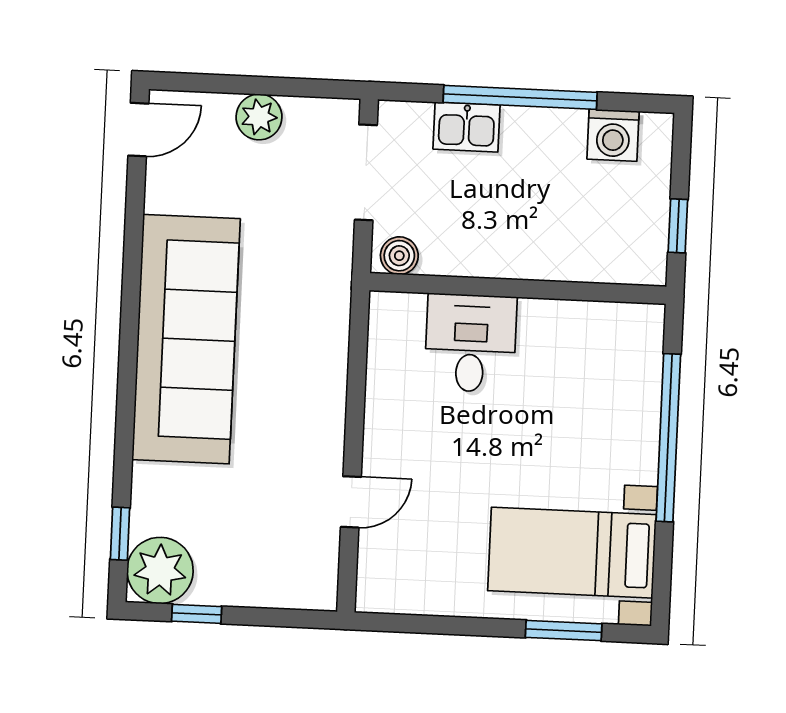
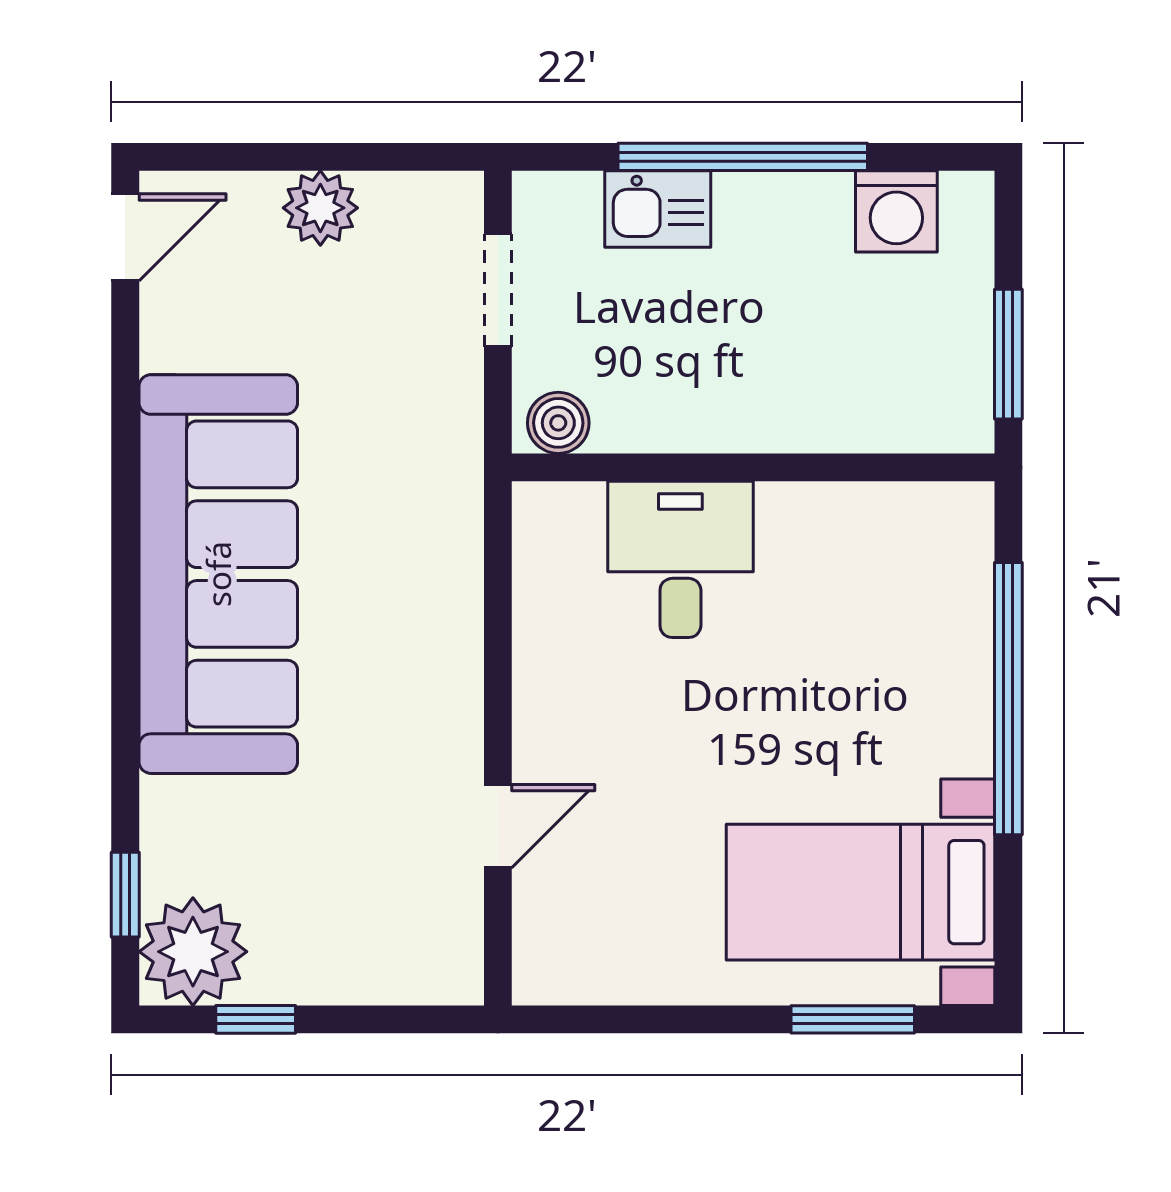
doorway: (366, 172) -> (498, 290), width x0.73
window: (678, 226) -> (1008, 354), width x1.50

